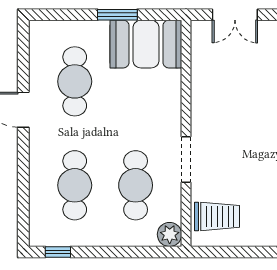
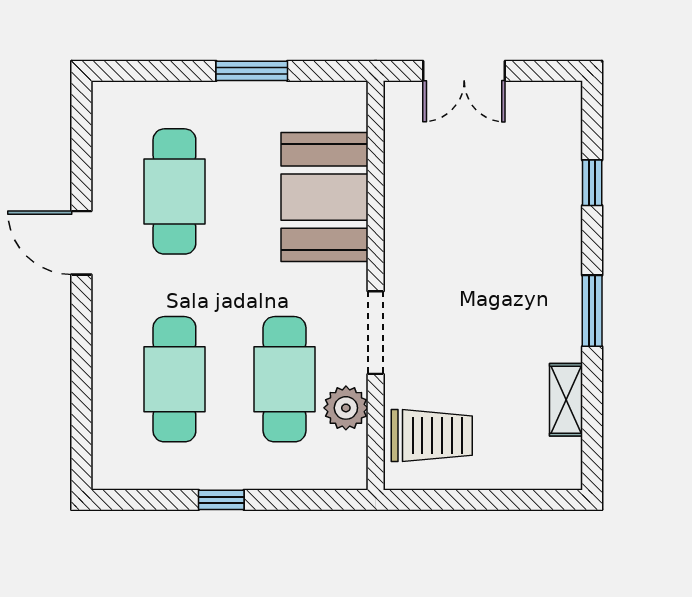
booth: (146, 44) -> (325, 197), moved, turned 90
plant: (170, 234) -> (346, 408), moved
window: (58, 252) -> (221, 500), moved

